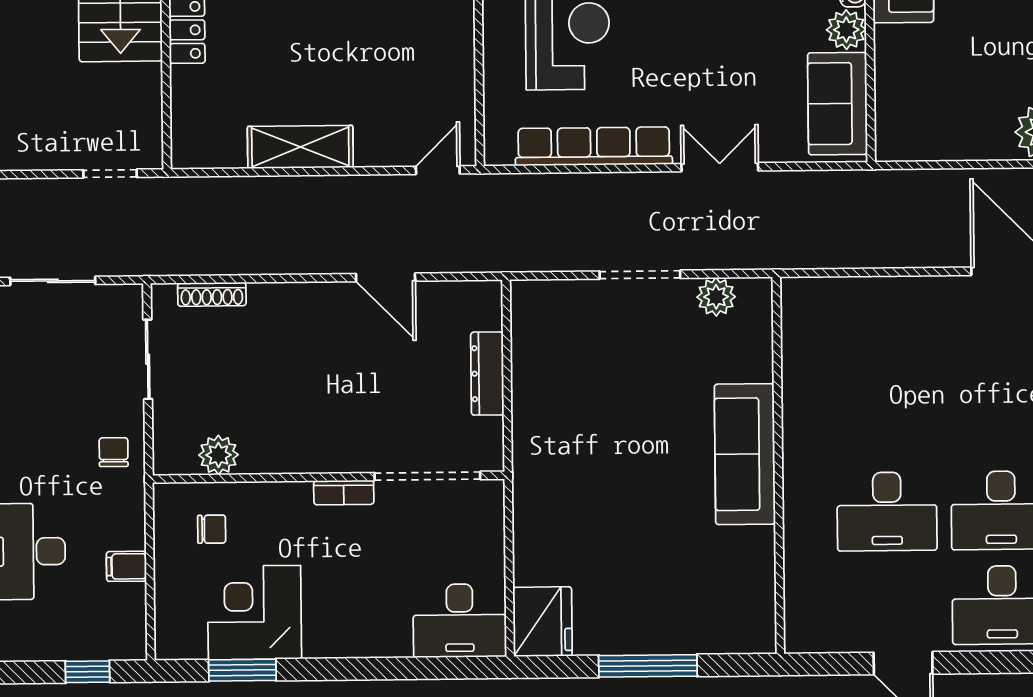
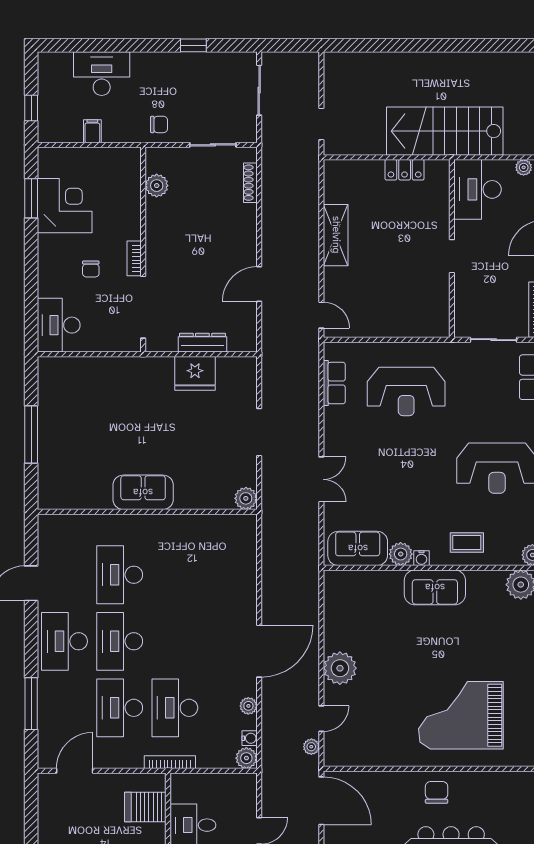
row of seats: (594, 146) -> (334, 383), width x0.50
plant: (716, 297) -> (246, 498), moved
sofa: (745, 454) -> (143, 492), width x0.73
chair: (212, 529) -> (91, 269), moved
fridge: (543, 622) -> (195, 373), moved

